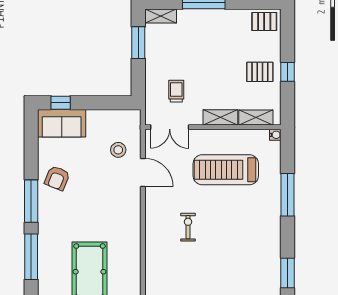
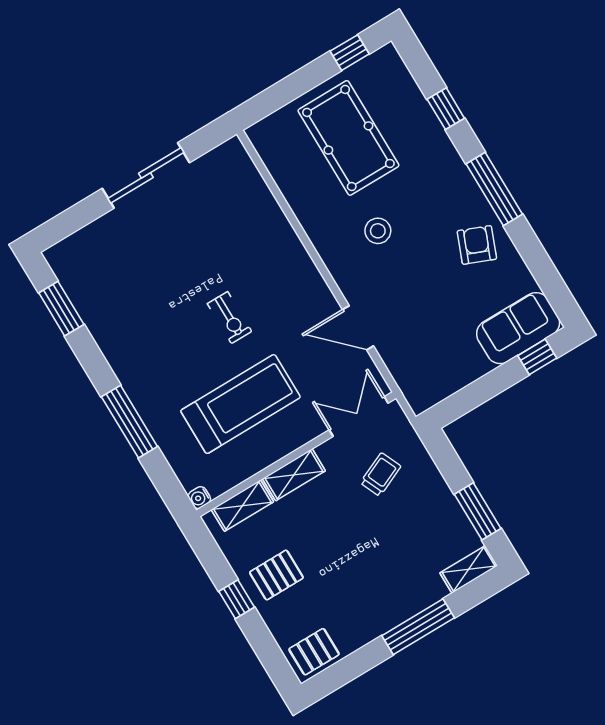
trolley: (176, 91) -> (381, 474), turned -114
stool: (118, 150) -> (378, 231), moved
exercise bike: (188, 227) -> (230, 318), moved
window: (31, 257) -> (446, 109), width x0.46

